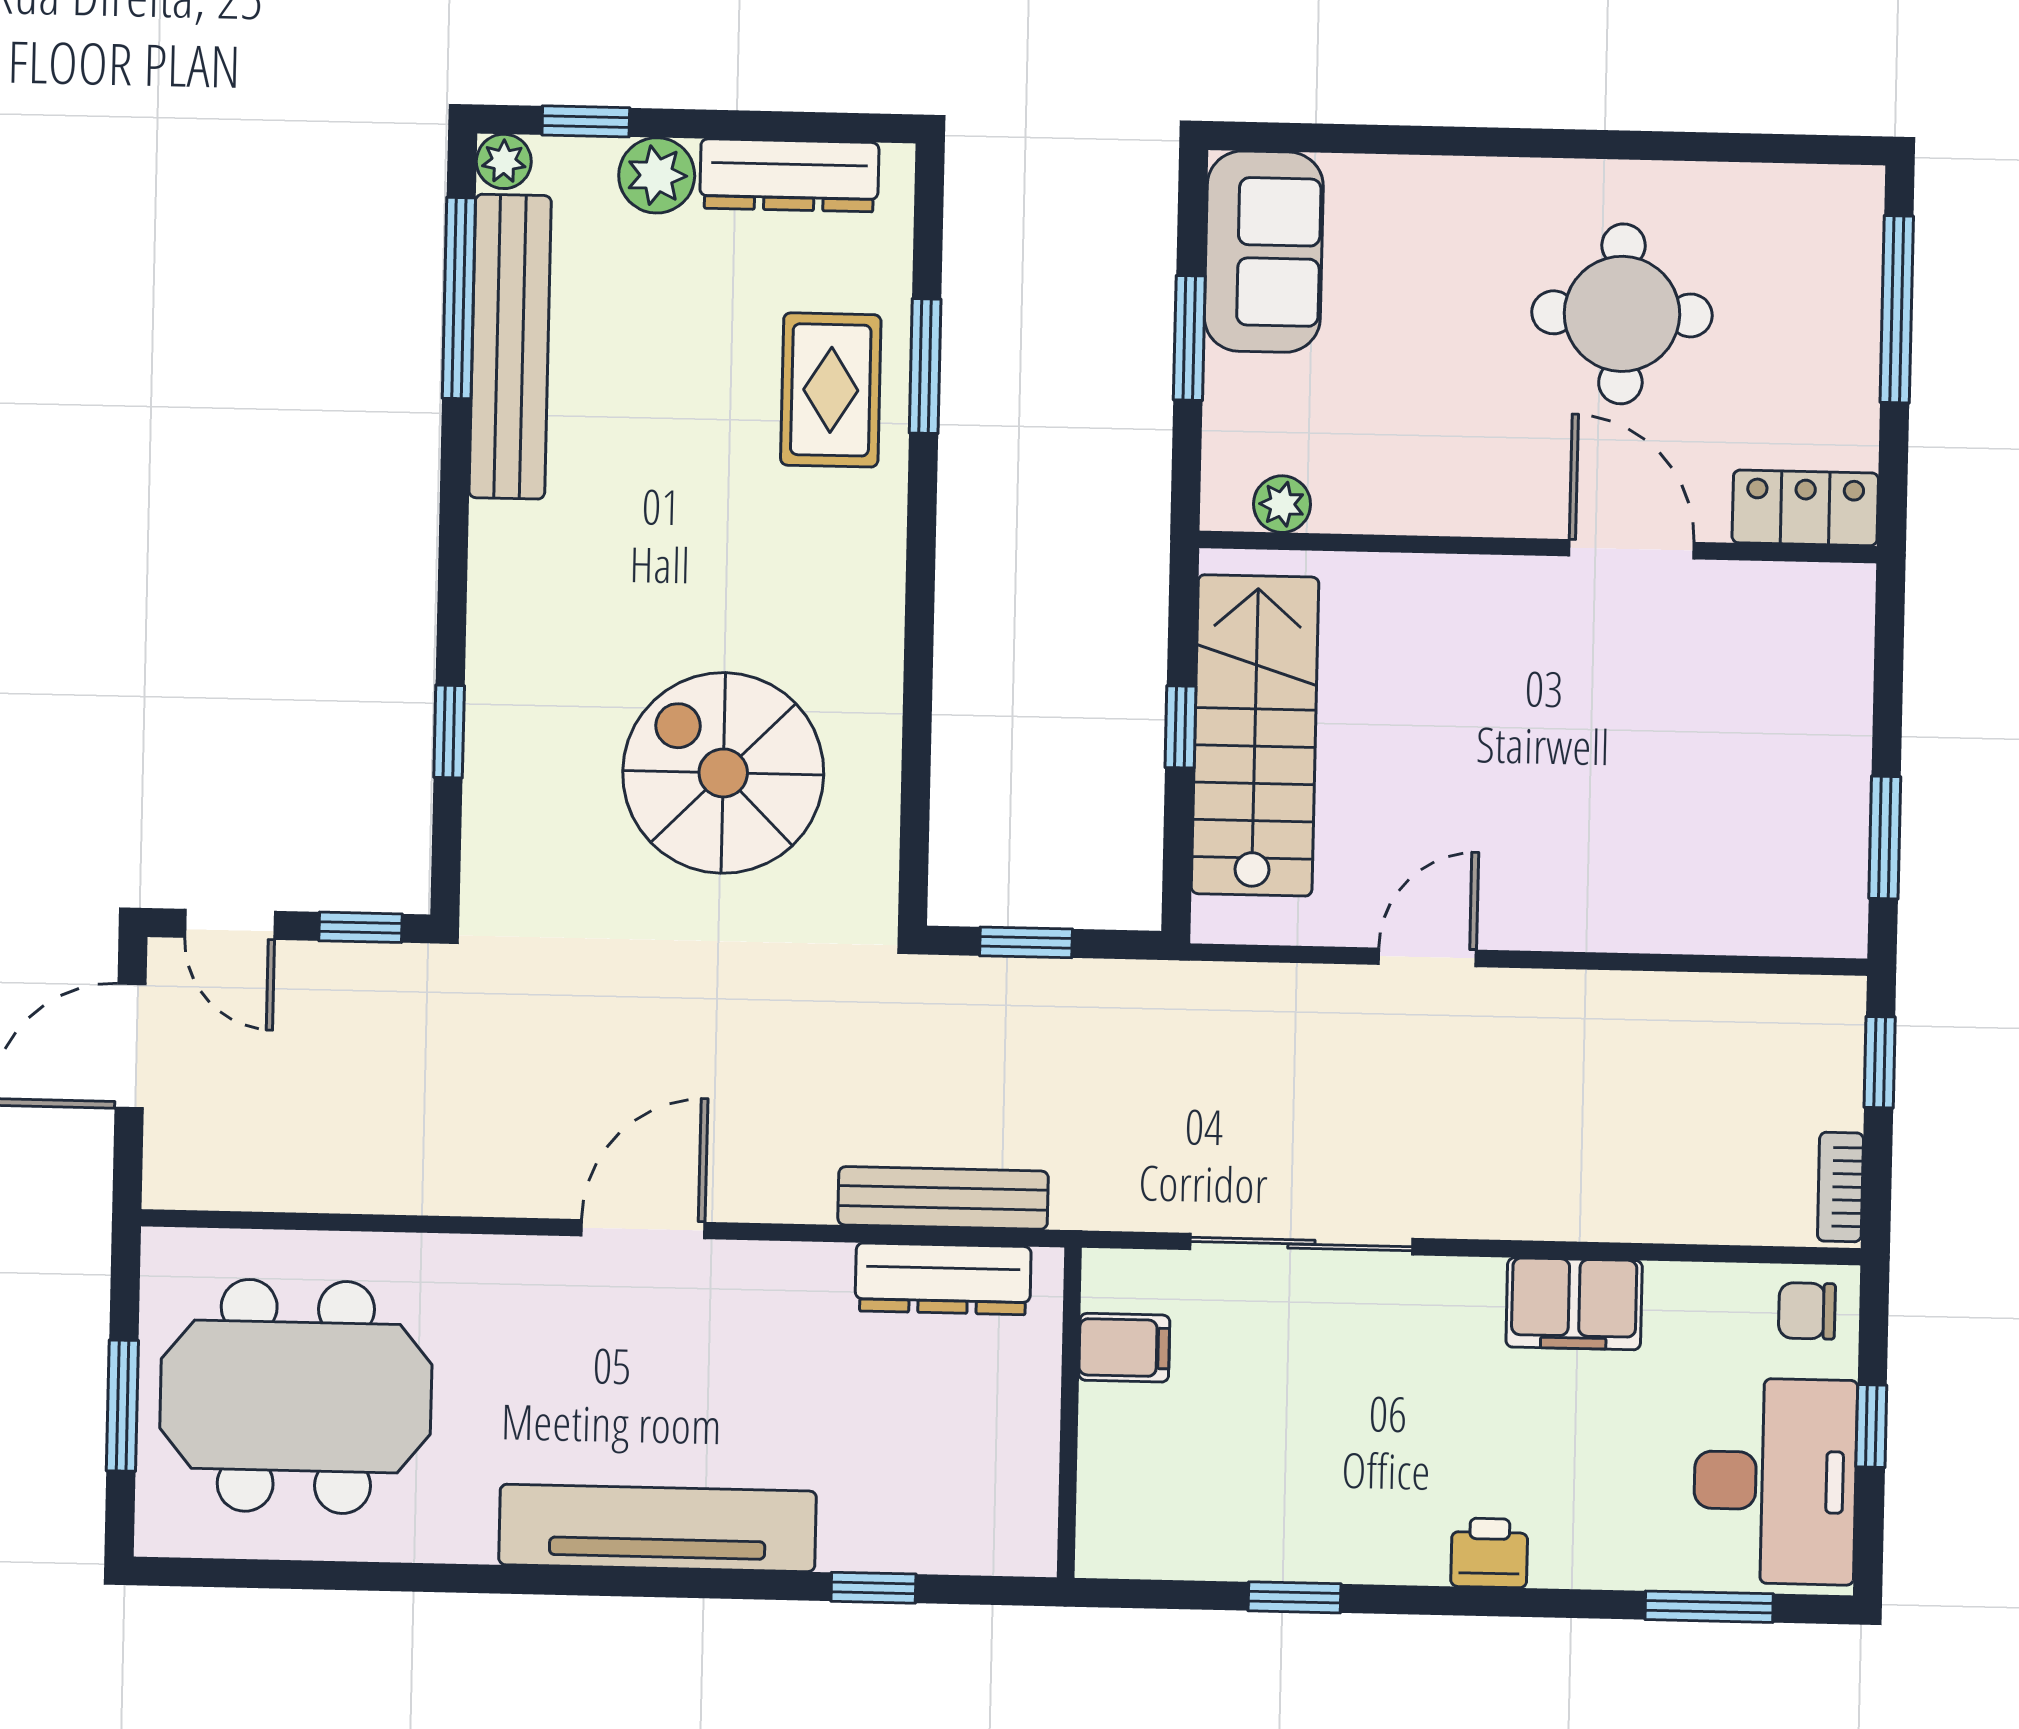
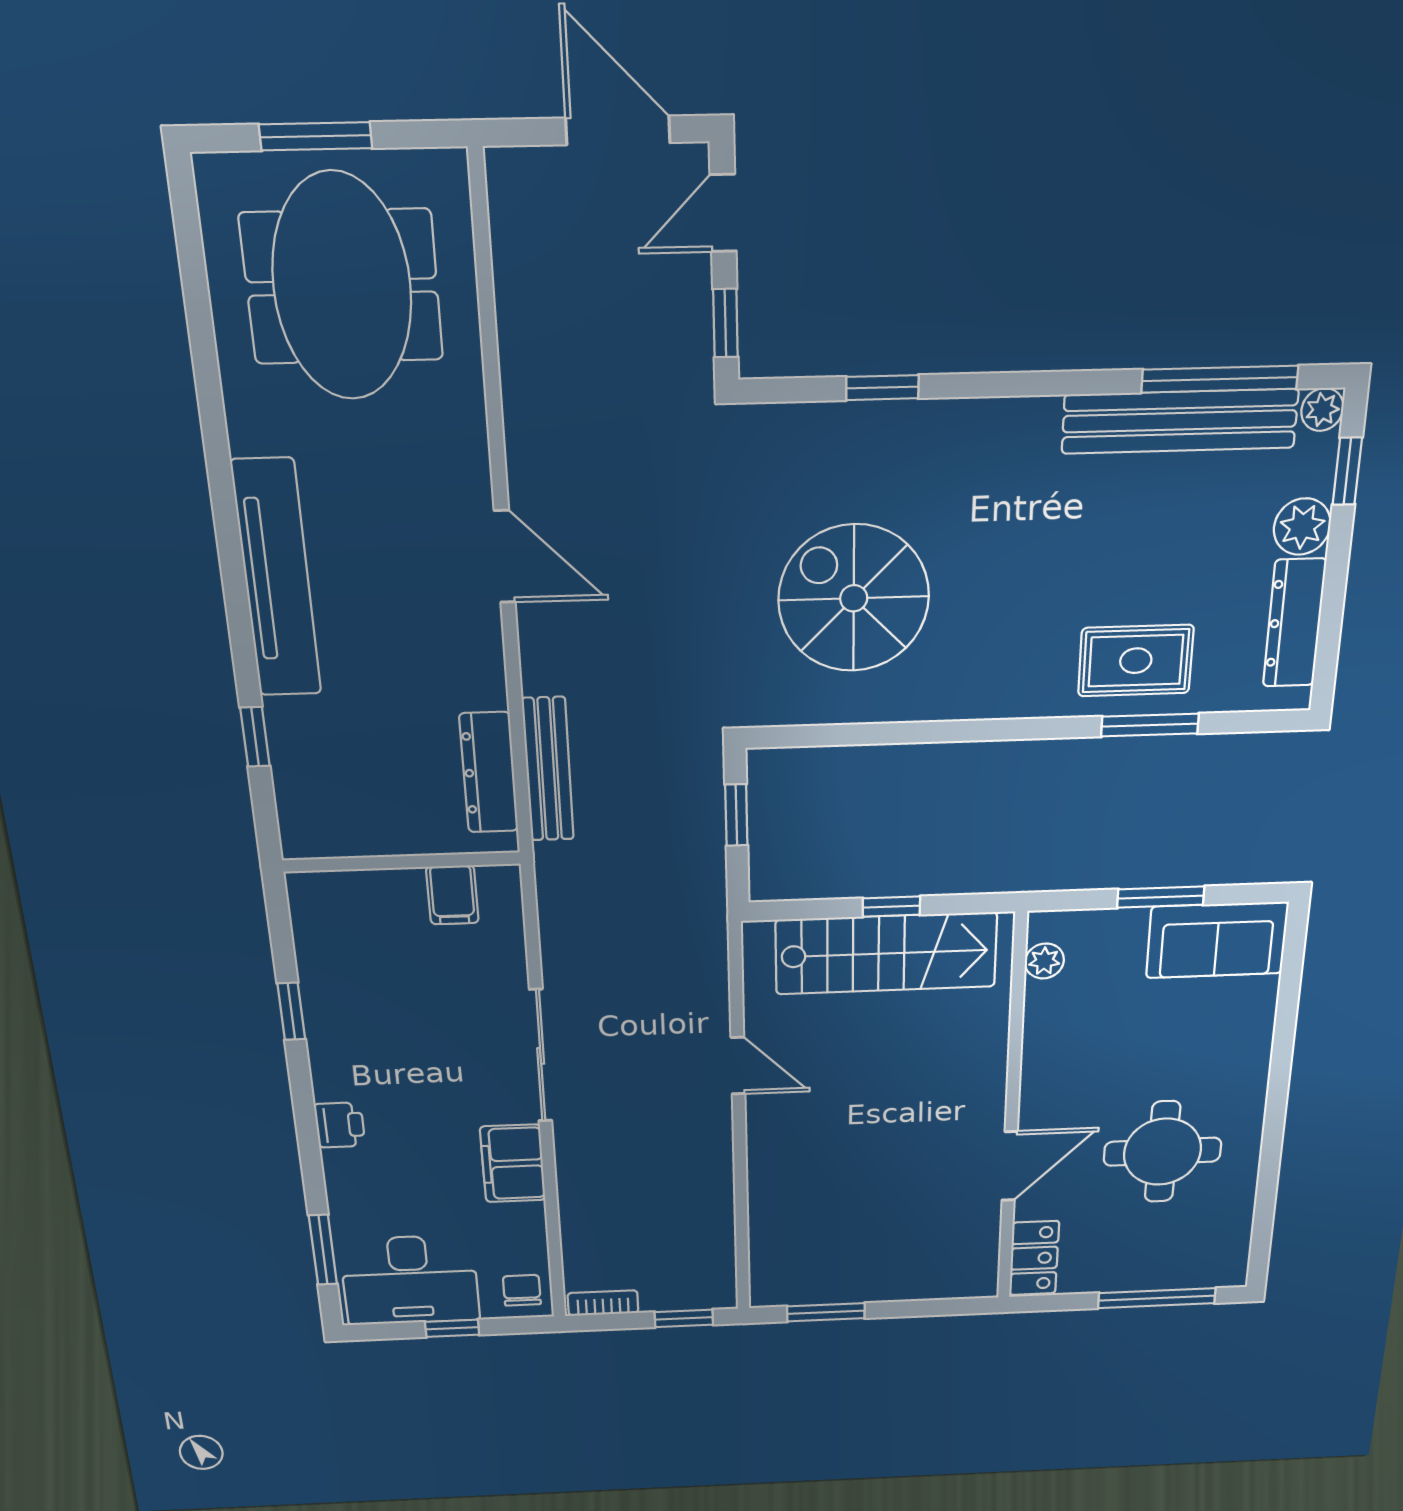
spiral stairs: (723, 773) -> (854, 598), turned -90
sliding door: (1301, 1244) -> (541, 1056), moved

